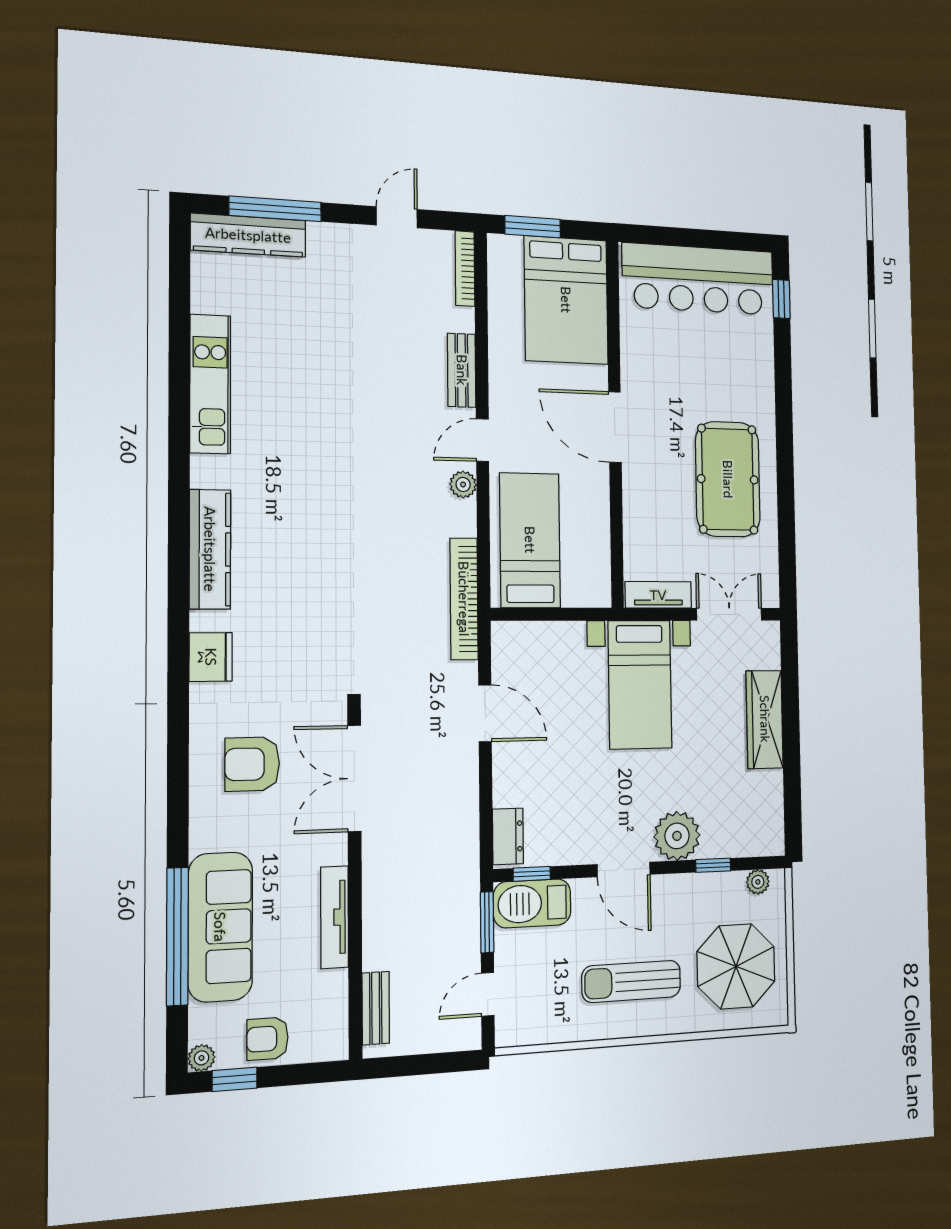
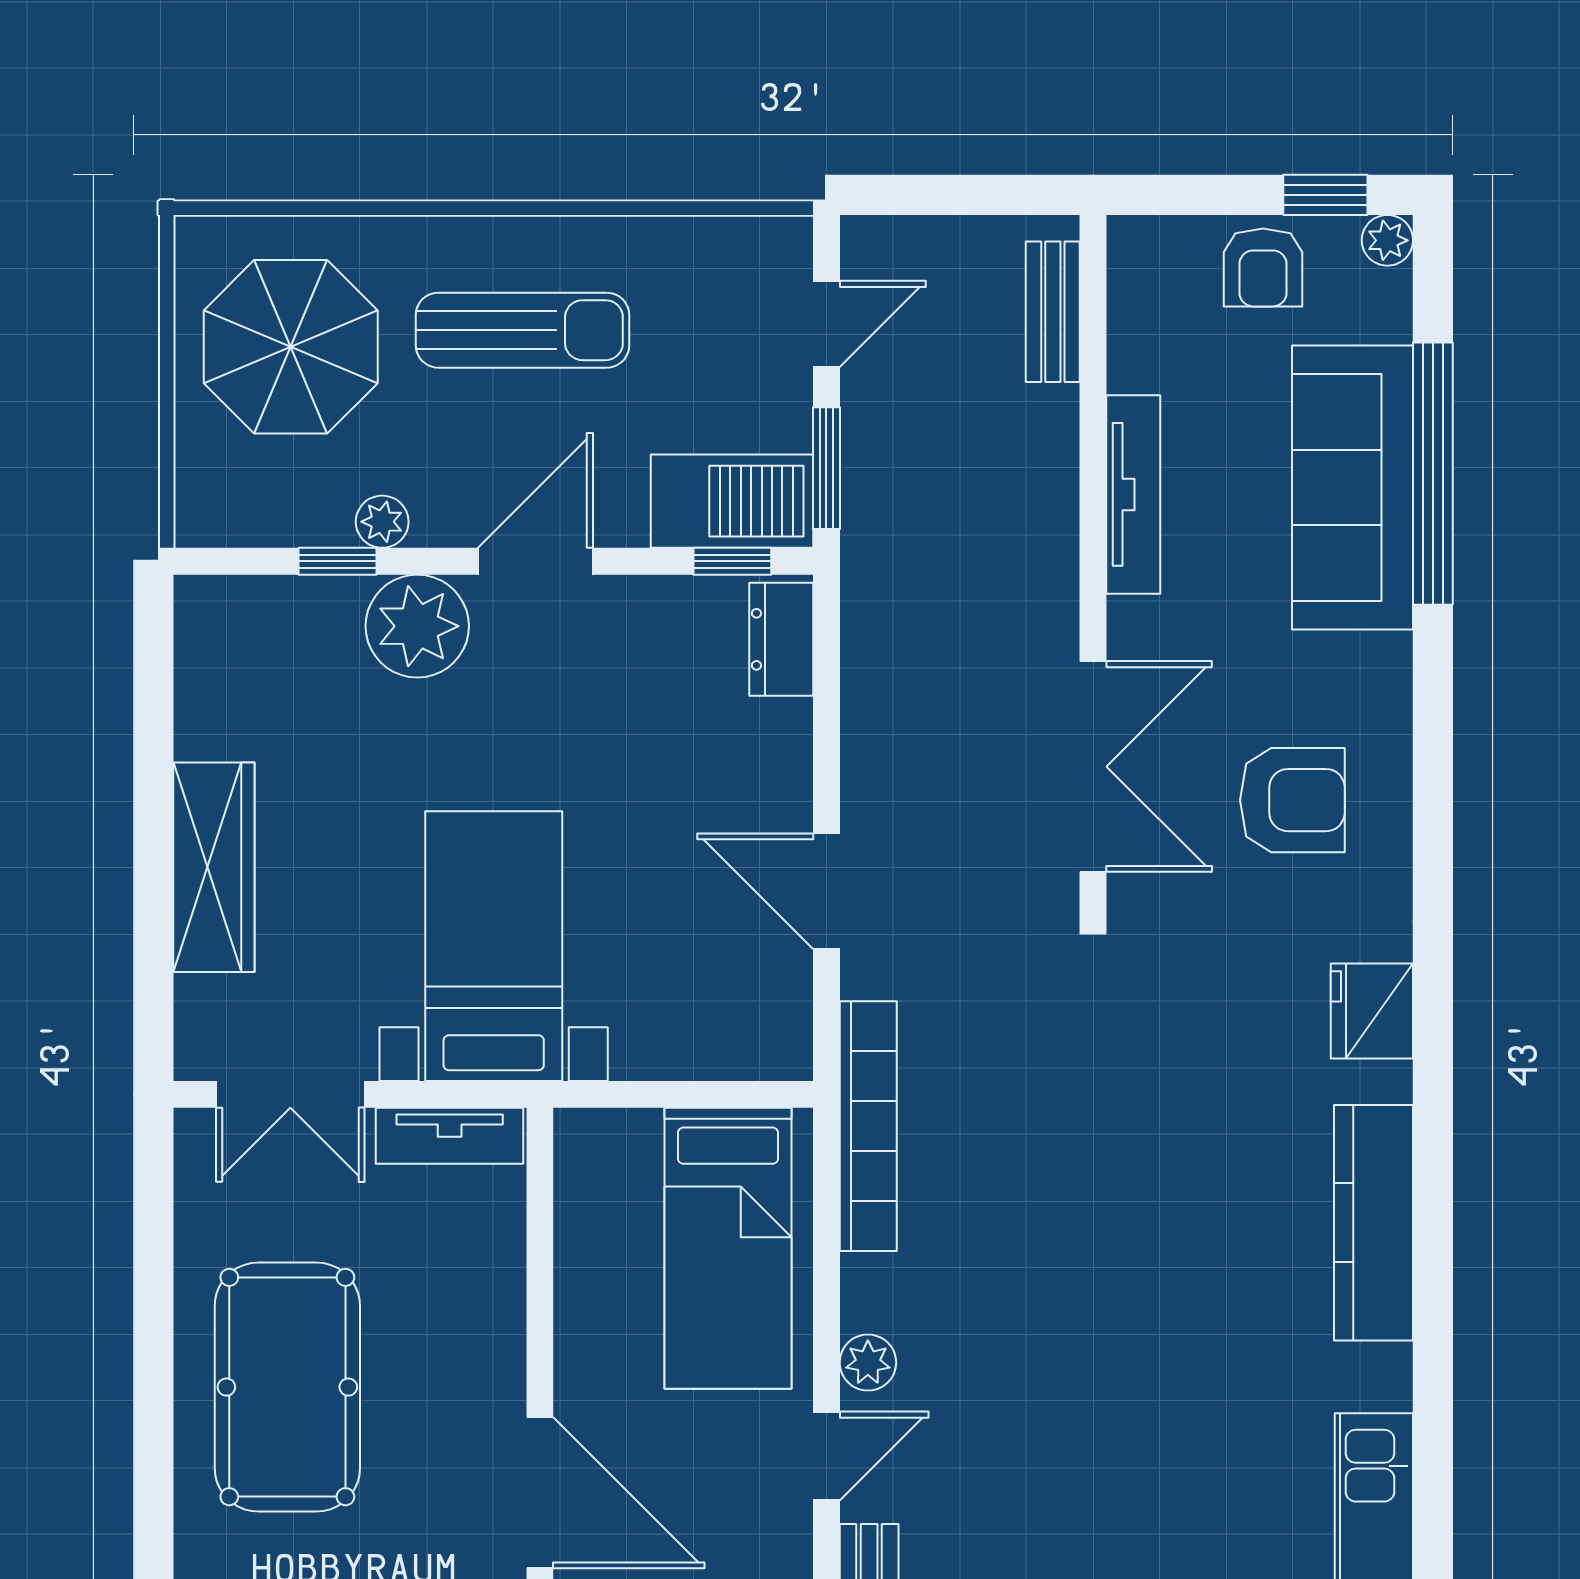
door: (624, 869) -> (535, 561), hinge flipped
plant: (758, 882) -> (382, 522), moved
armchair: (268, 1039) -> (1263, 267), turned 90

